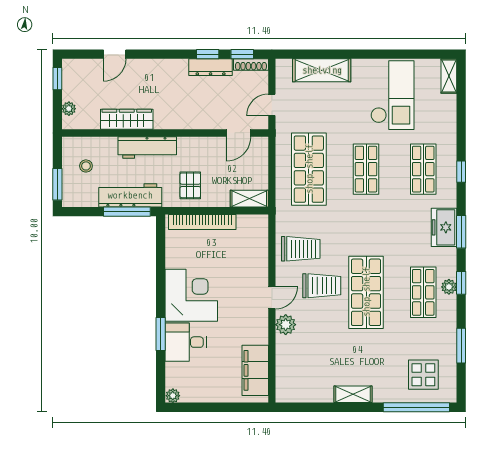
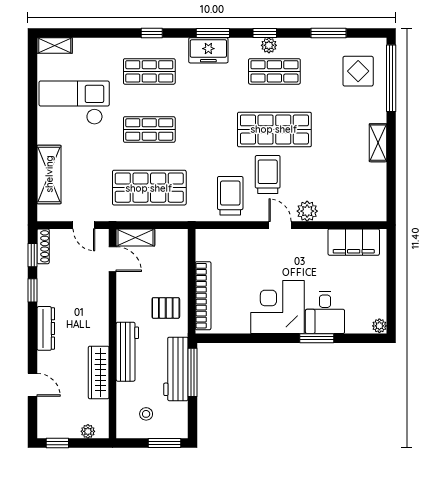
dresser: (211, 67) -> (46, 328), moved
shelving: (249, 199) -> (135, 237), moved, turned 90

